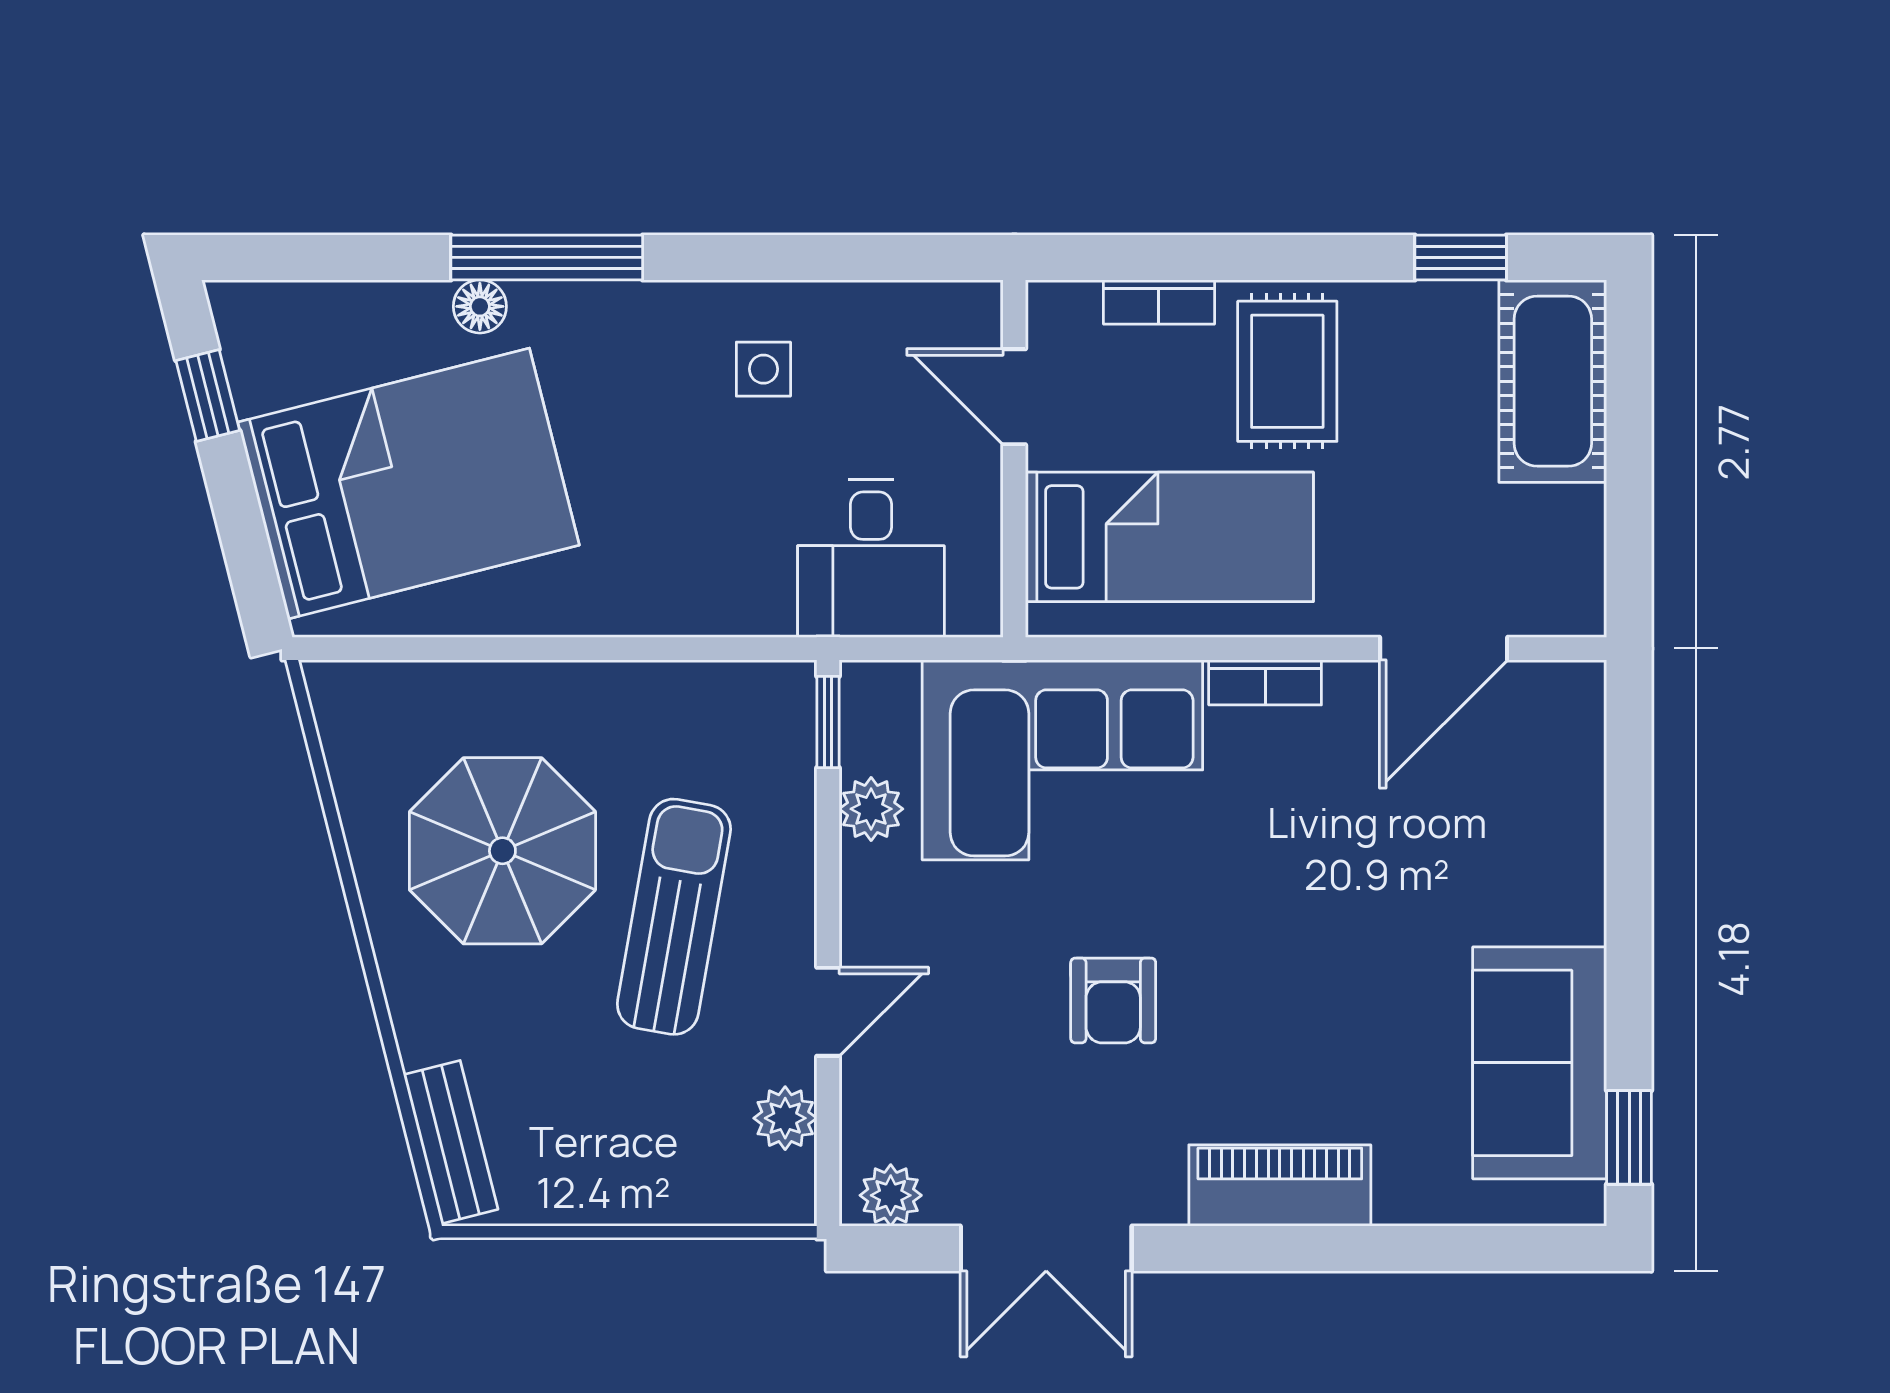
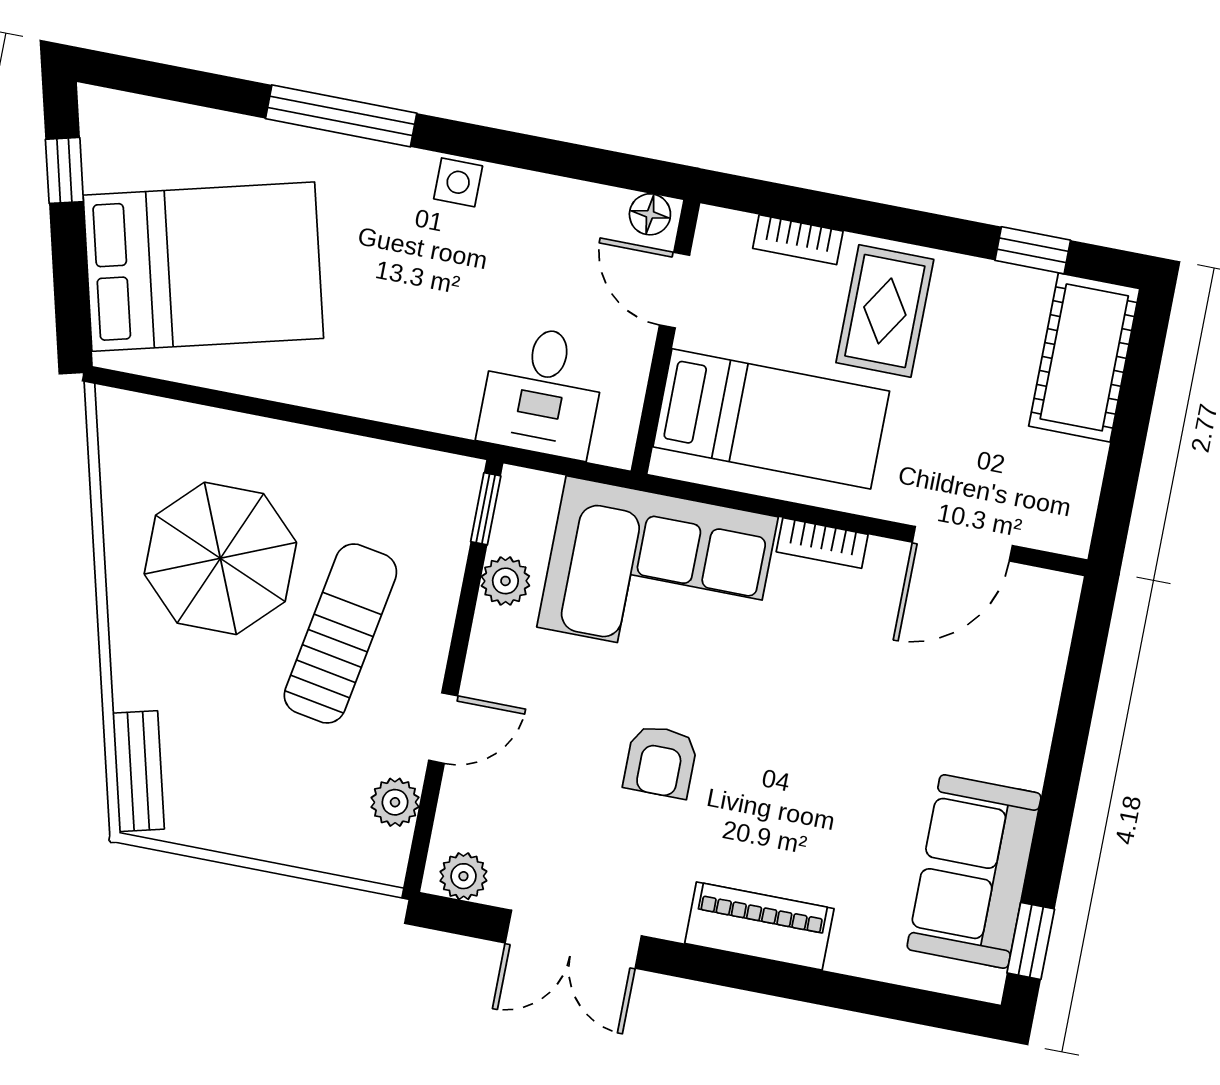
floor lamp: (480, 306) -> (650, 214), moved
side table: (763, 369) -> (458, 182), moved

